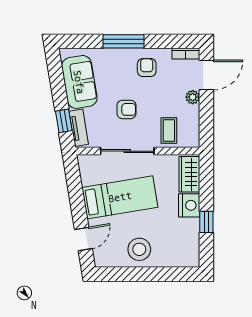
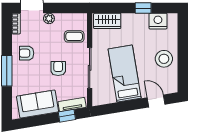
nightstand: (189, 205) -> (158, 21), moved

